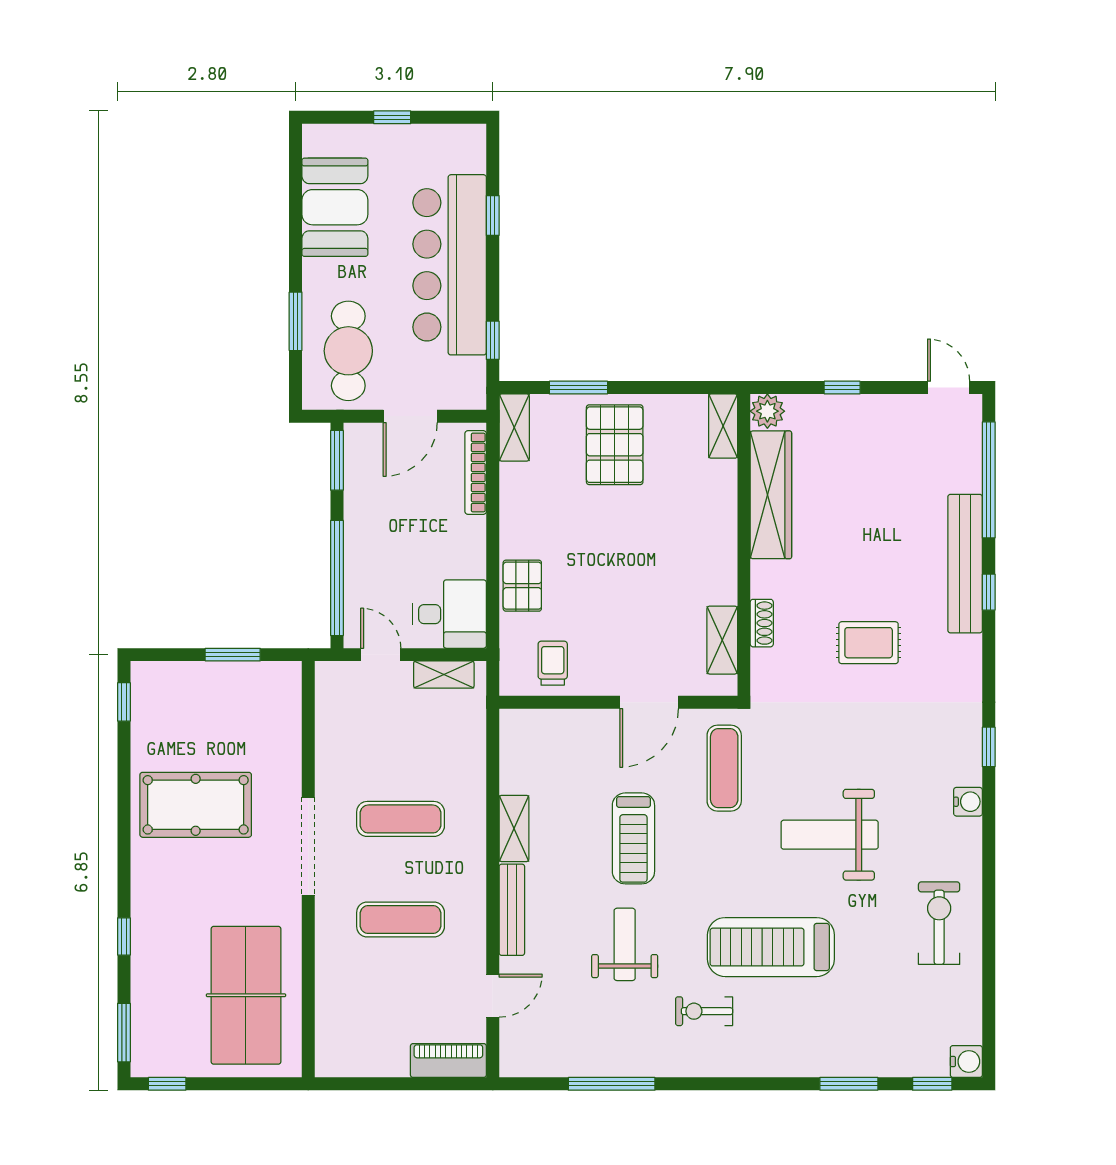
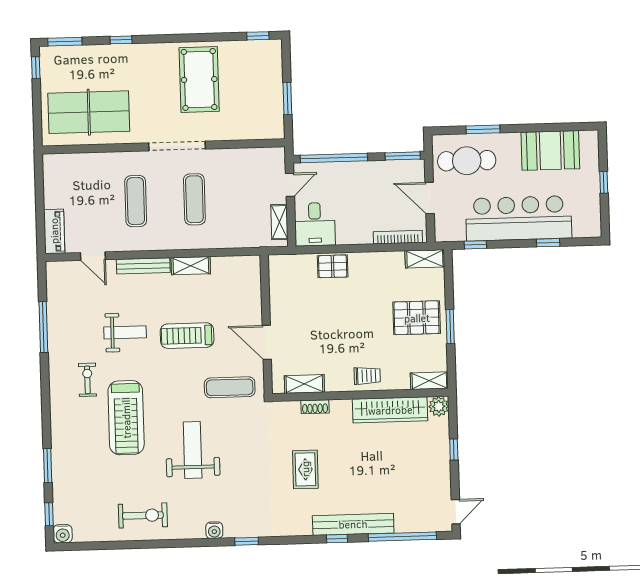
window: (578, 388) -> (450, 326), moved
trolley: (553, 663) -> (367, 376), moved
treadmill: (771, 947) -> (126, 418), turned 180

